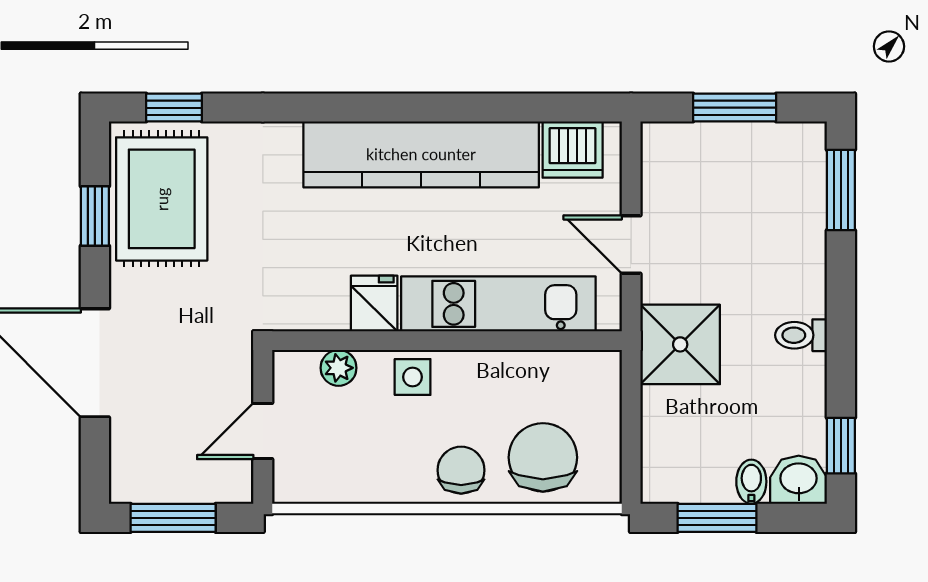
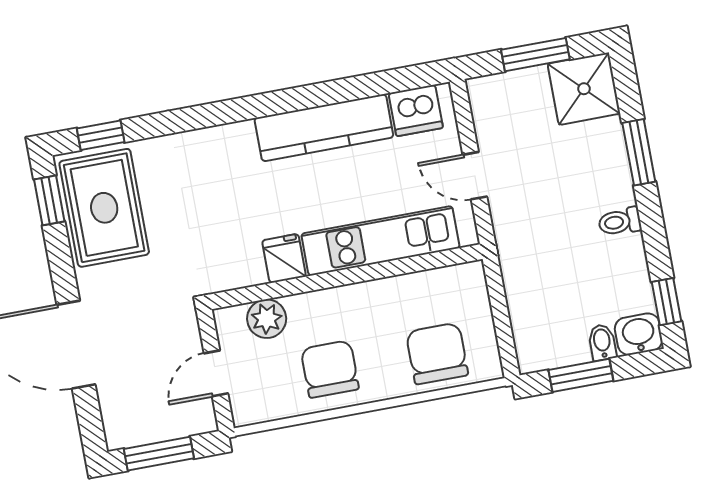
kitchen counter: (421, 154) -> (324, 128), width x0.72, depth x0.86
window: (841, 190) -> (639, 152), moved
window: (95, 216) -> (49, 200), moved
shower: (680, 344) -> (584, 89), moved
plant: (339, 368) -> (267, 319), width x1.38, depth x1.38
side table: (413, 377) -> (324, 310), removed
chair: (461, 470) -> (330, 369), moved, width x1.37, depth x1.37

